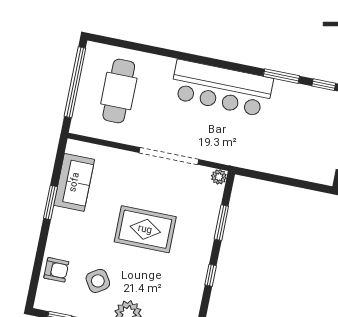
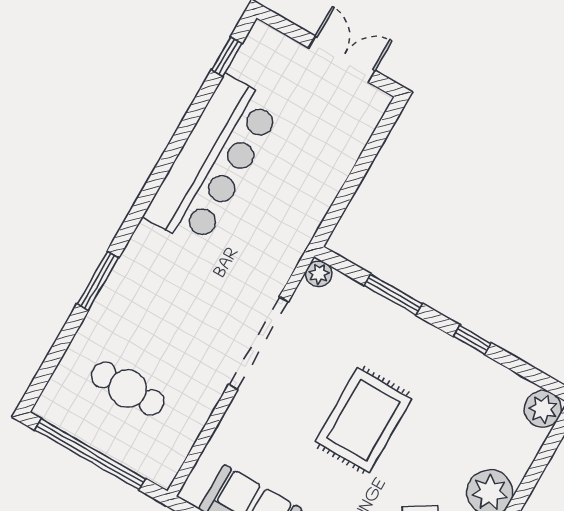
window: (281, 76) -> (98, 281), moved
bar counter: (222, 88) -> (213, 162), moved
cafe table: (119, 91) -> (128, 389), width x0.73, depth x0.74

